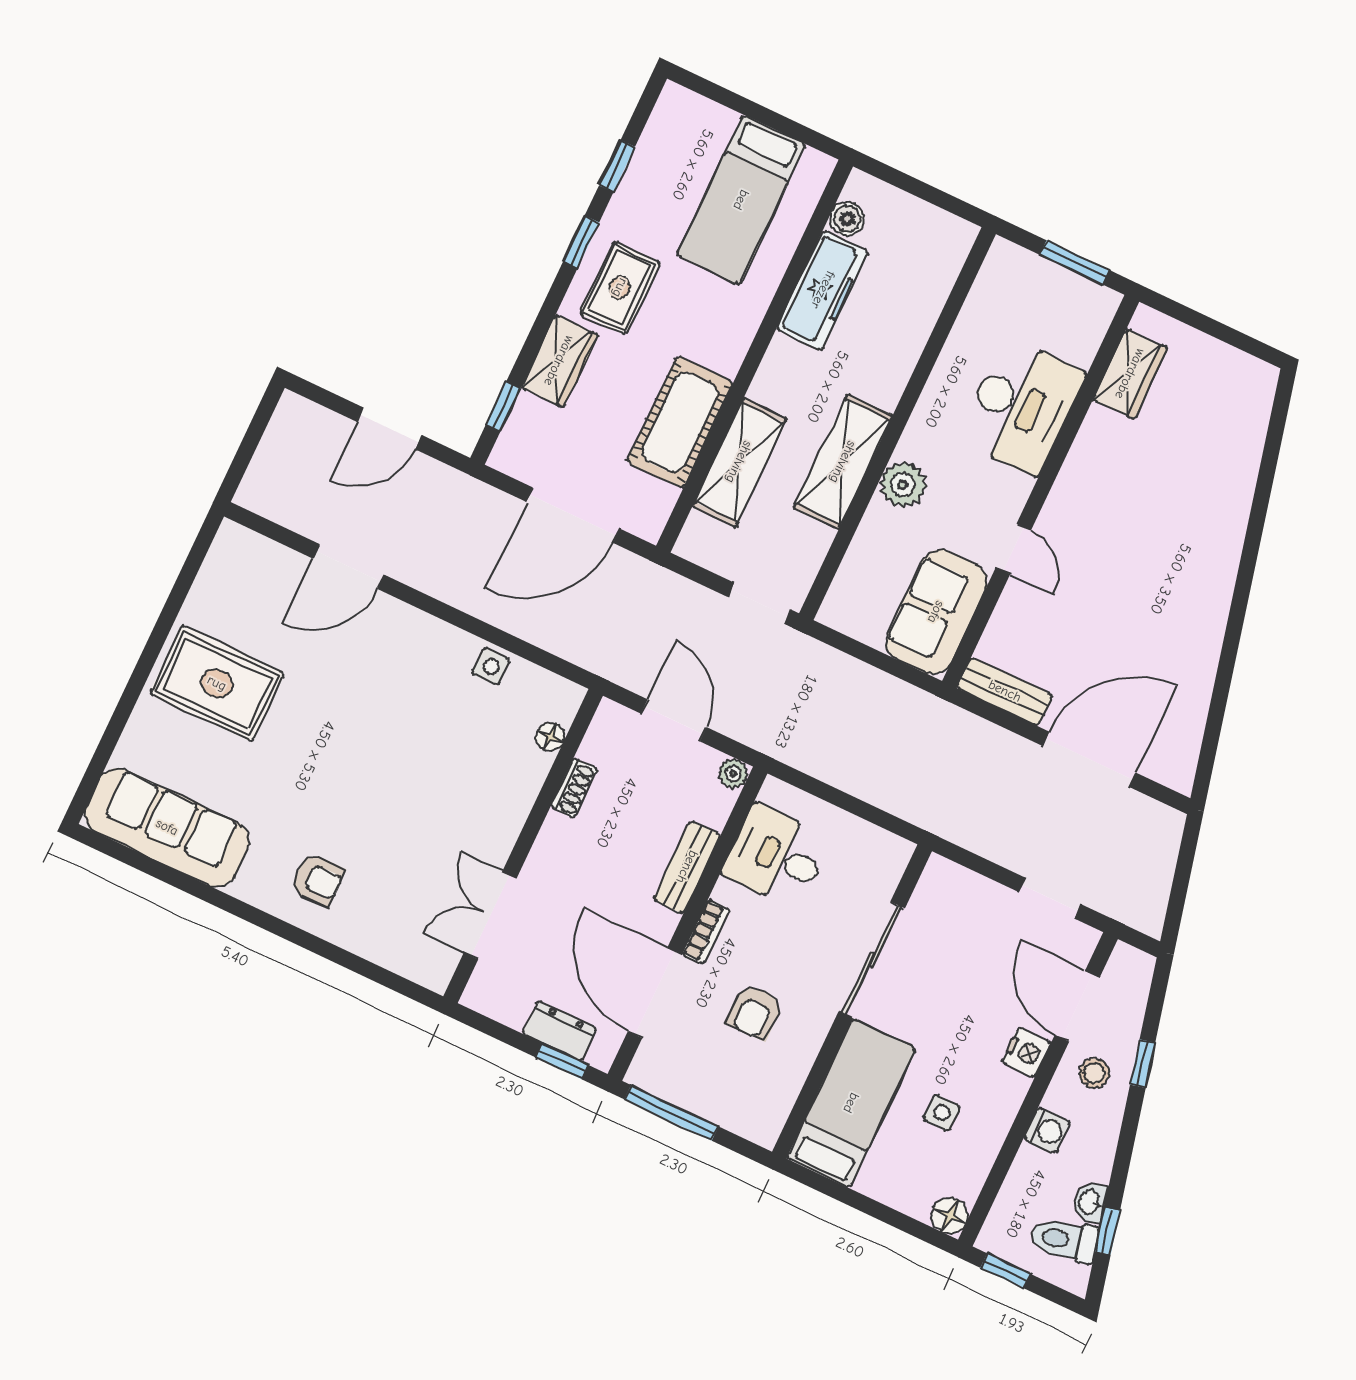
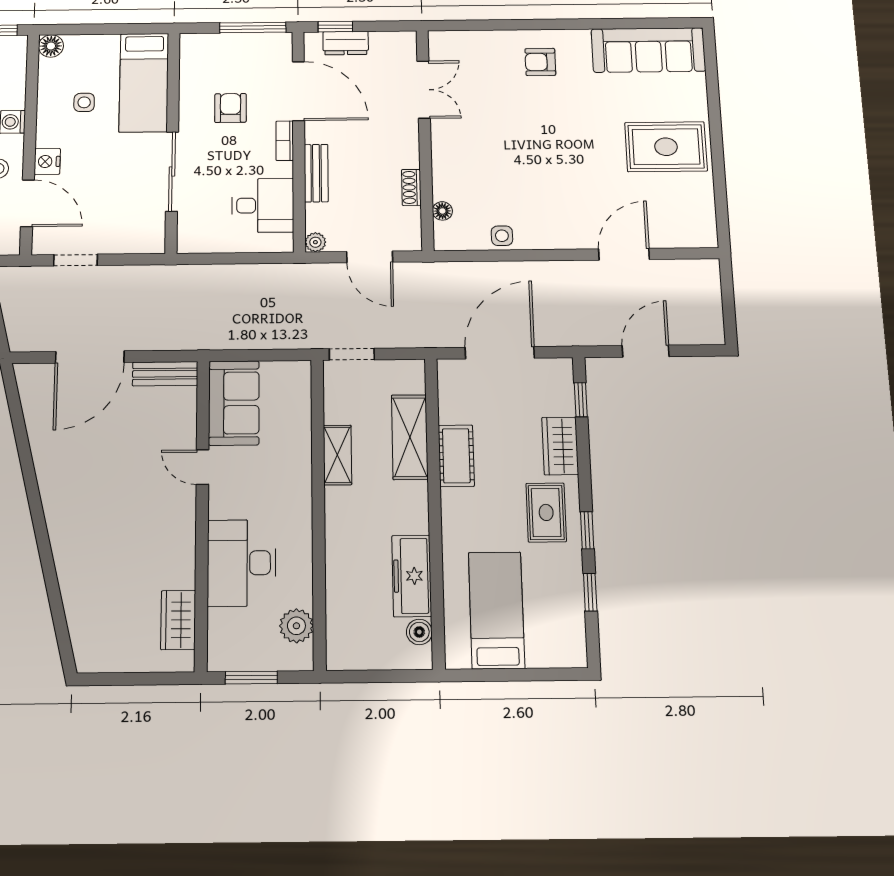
cot: (680, 422) -> (456, 456), width x0.73, depth x0.75
shelving: (843, 462) -> (337, 455), width x0.67, depth x0.75
plant: (903, 485) -> (296, 626), moved

